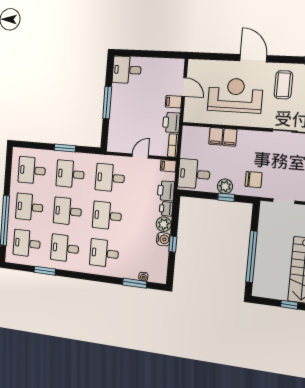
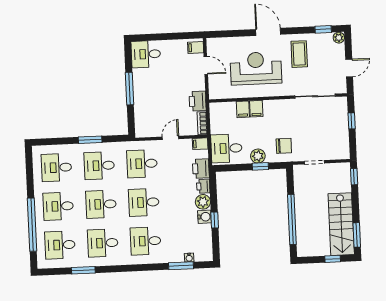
filing cabinet: (173, 102) -> (196, 47), moved

